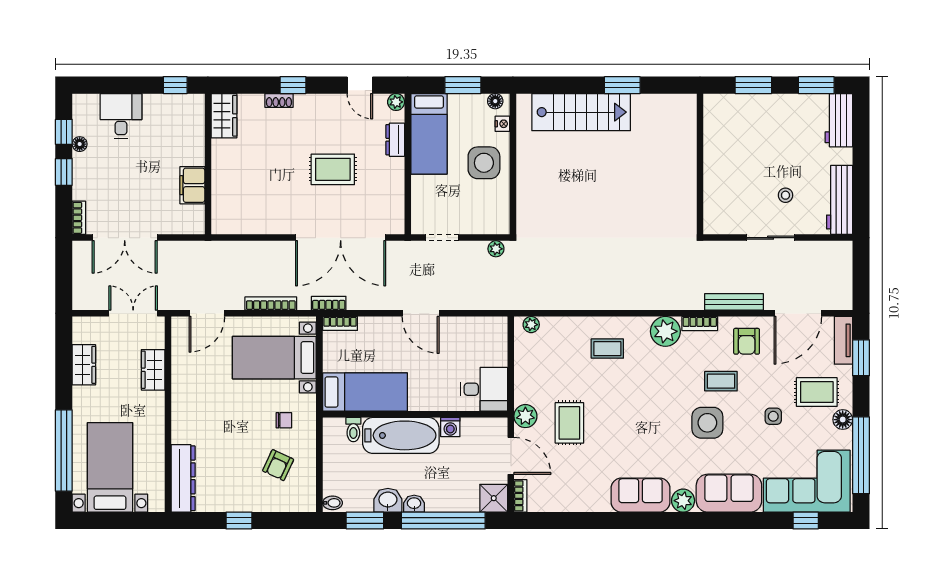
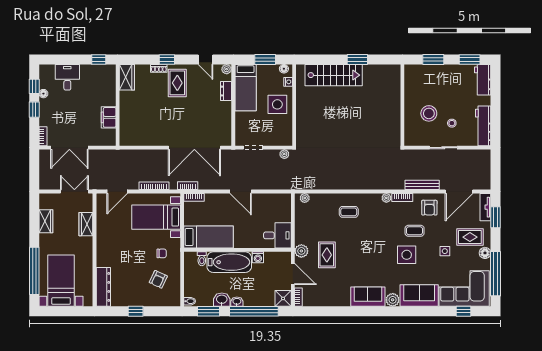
rug: (333, 169) -> (177, 83), moved, turned 90
stool: (746, 178) -> (429, 113), added
plant: (665, 331) -> (386, 198), width x0.53, depth x0.53

